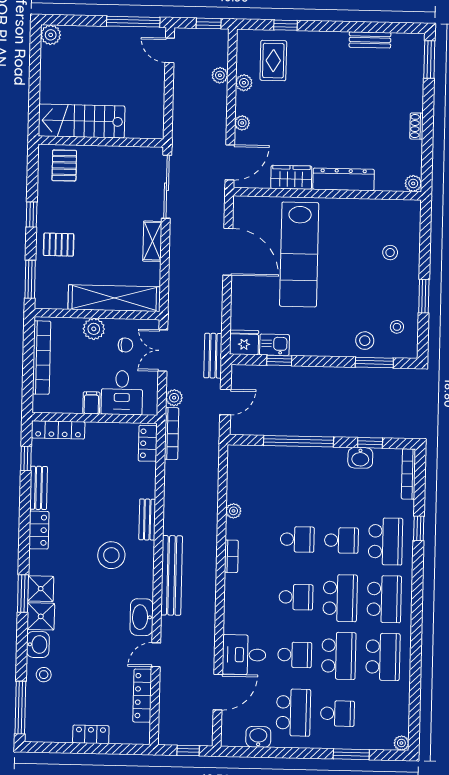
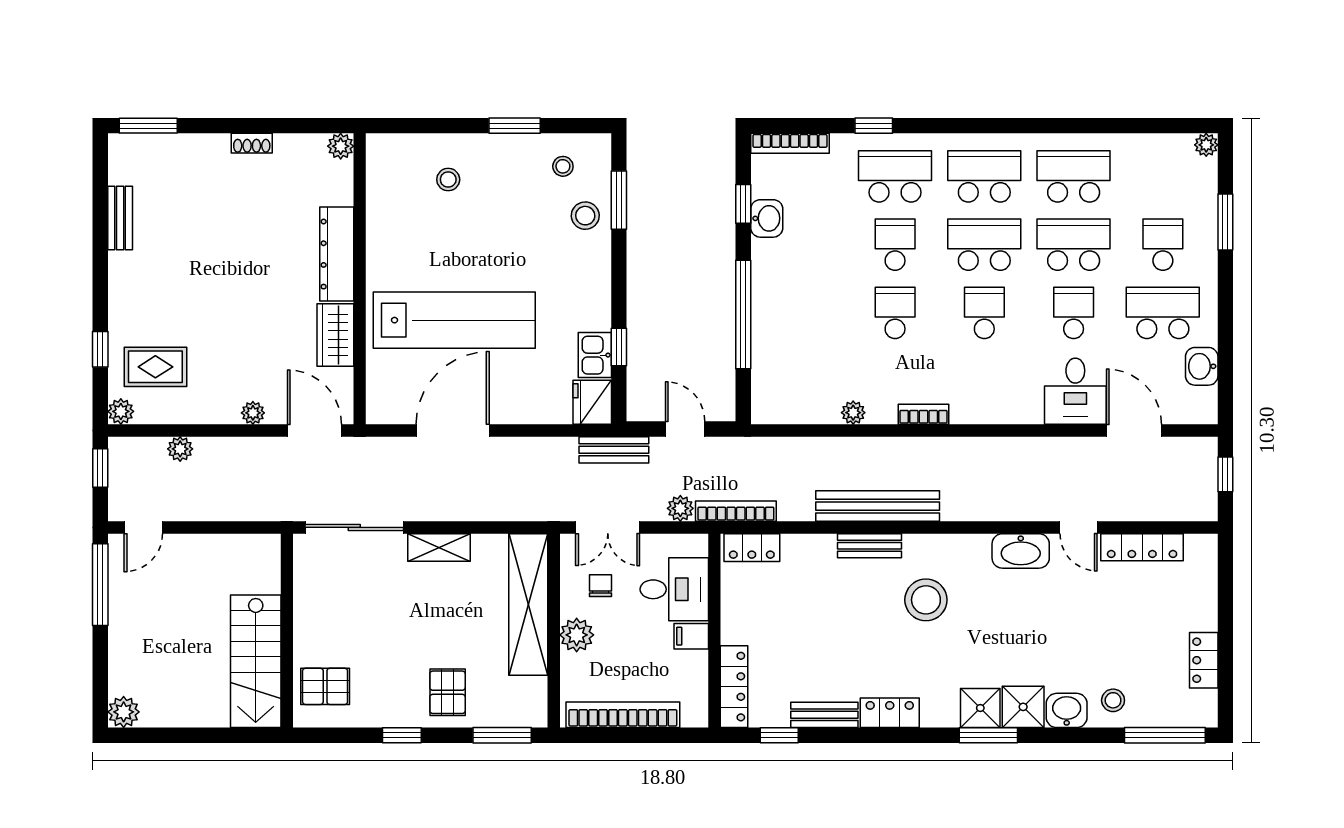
plant: (244, 83) -> (121, 411), moved
bench: (172, 575) -> (878, 506), moved
locker: (91, 734) -> (1204, 660), moved

